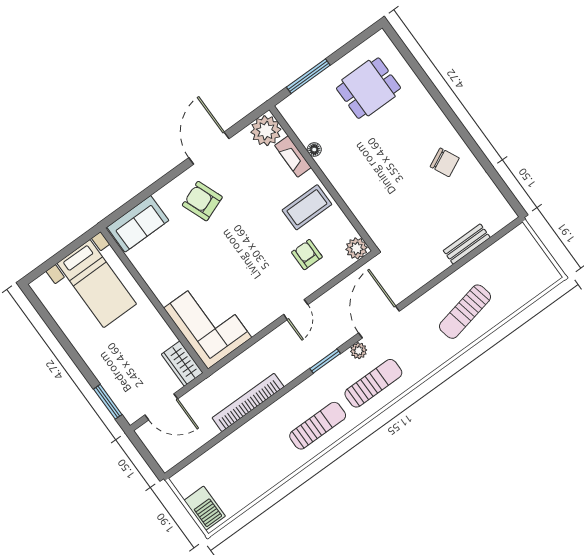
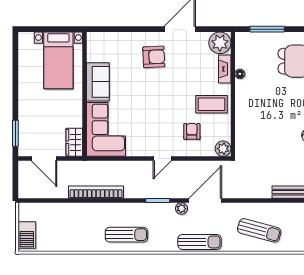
armchair: (202, 201) -> (154, 57), turned 108
sofa: (138, 224) -> (98, 82), moved, turned -90
sun lounger: (465, 312) -> (259, 230), turned -153
sun lounger: (373, 383) -> (200, 242), moved

